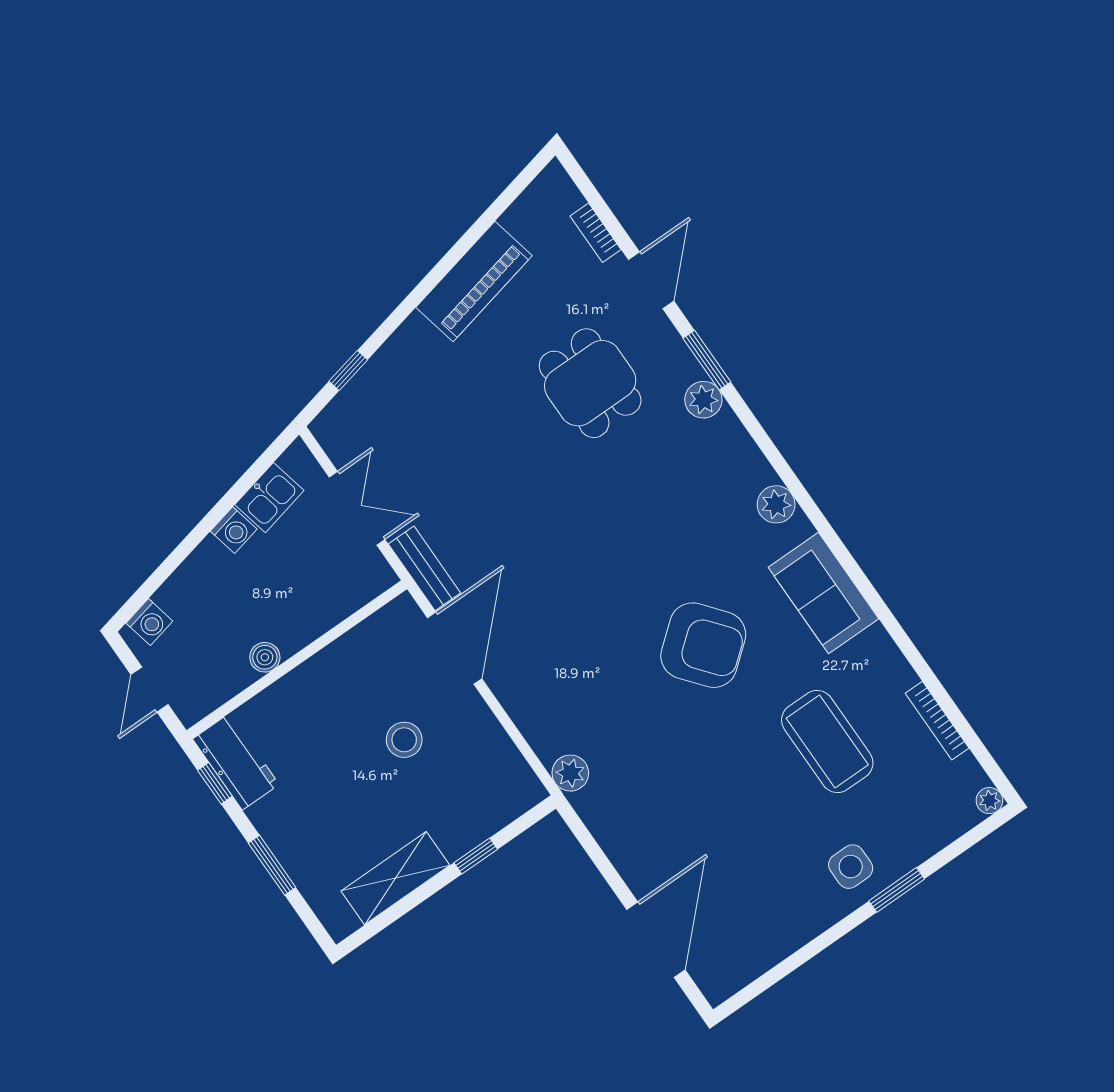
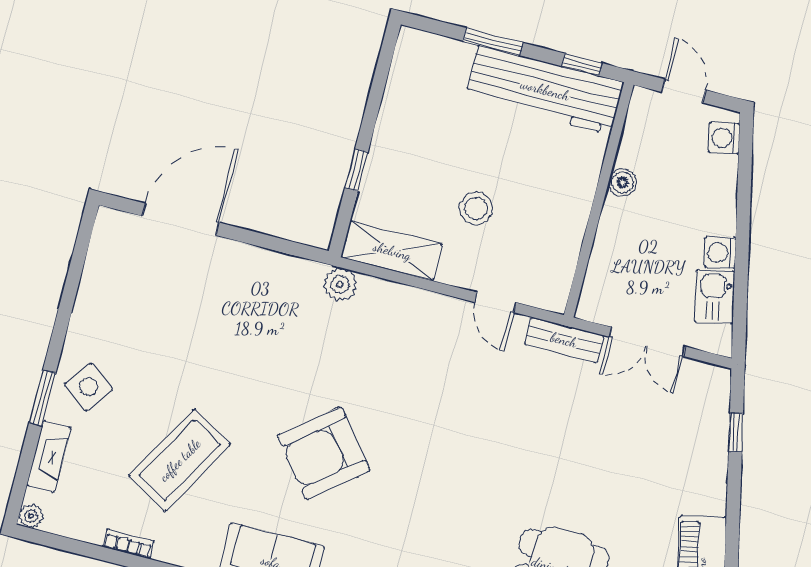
door: (455, 648) -> (495, 302), width x0.53
bookcase: (937, 721) -> (128, 544), width x0.64
coffee table: (827, 742) -> (180, 460), turned -60
workbench: (236, 762) -> (545, 90), width x1.88, depth x1.32
fireplace: (933, 837) -> (49, 456), added
side table: (851, 867) -> (88, 387), turned 36
shelving: (395, 878) -> (392, 251), moved, turned 90
door: (656, 940) -> (181, 219), swing flipped

